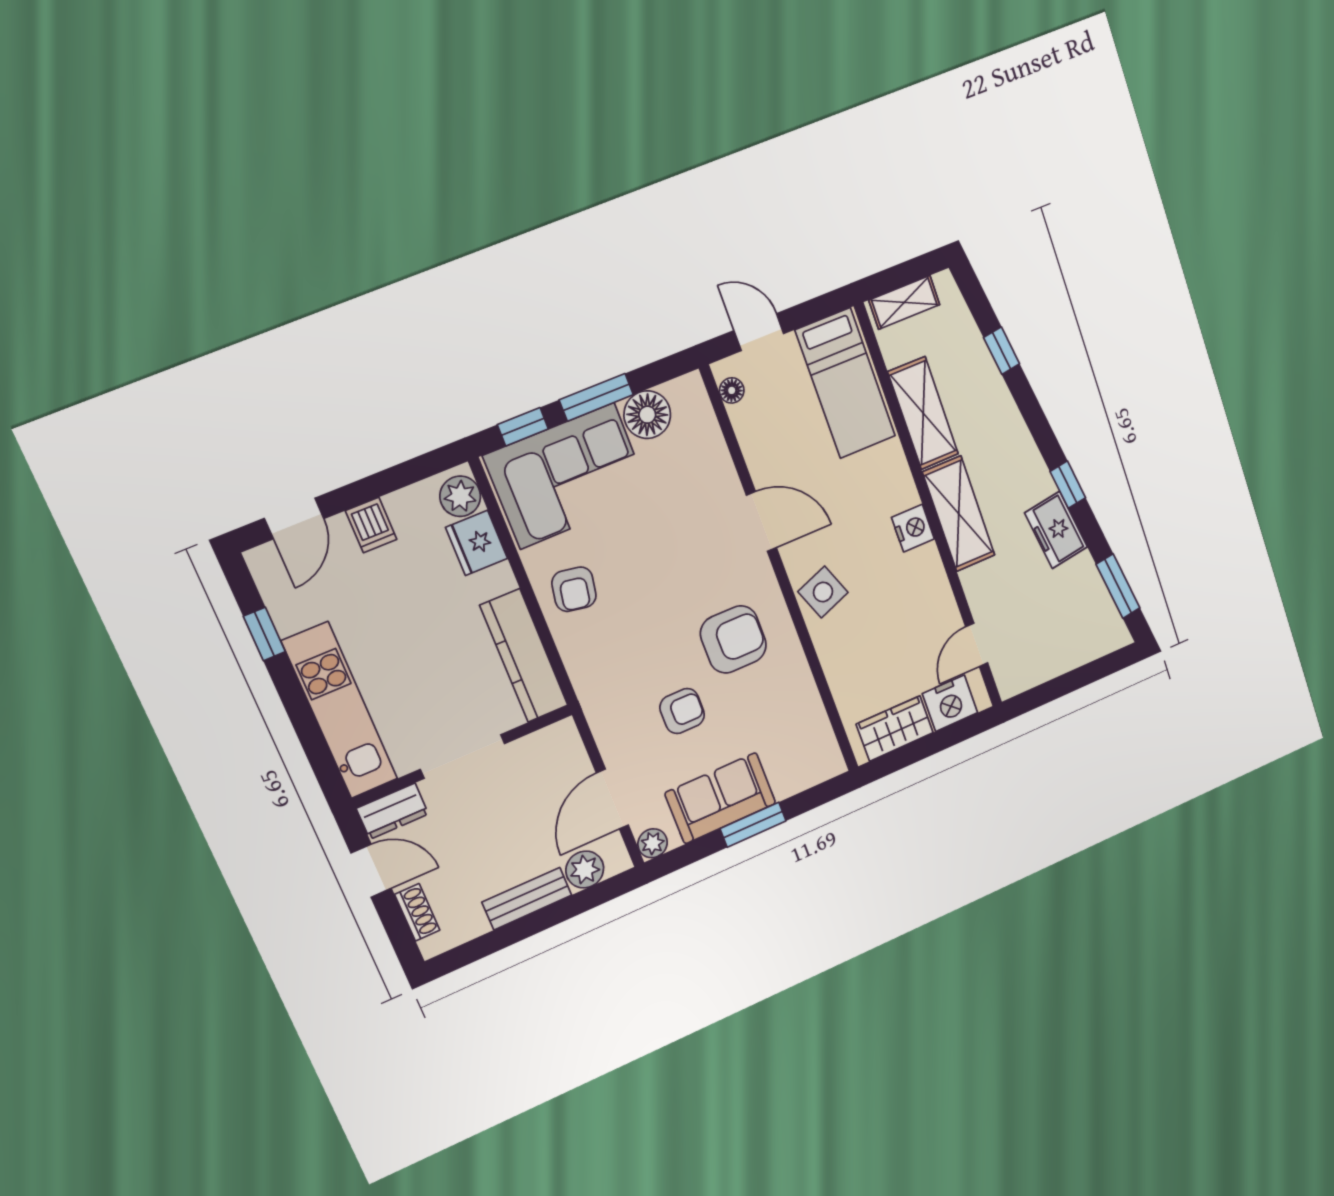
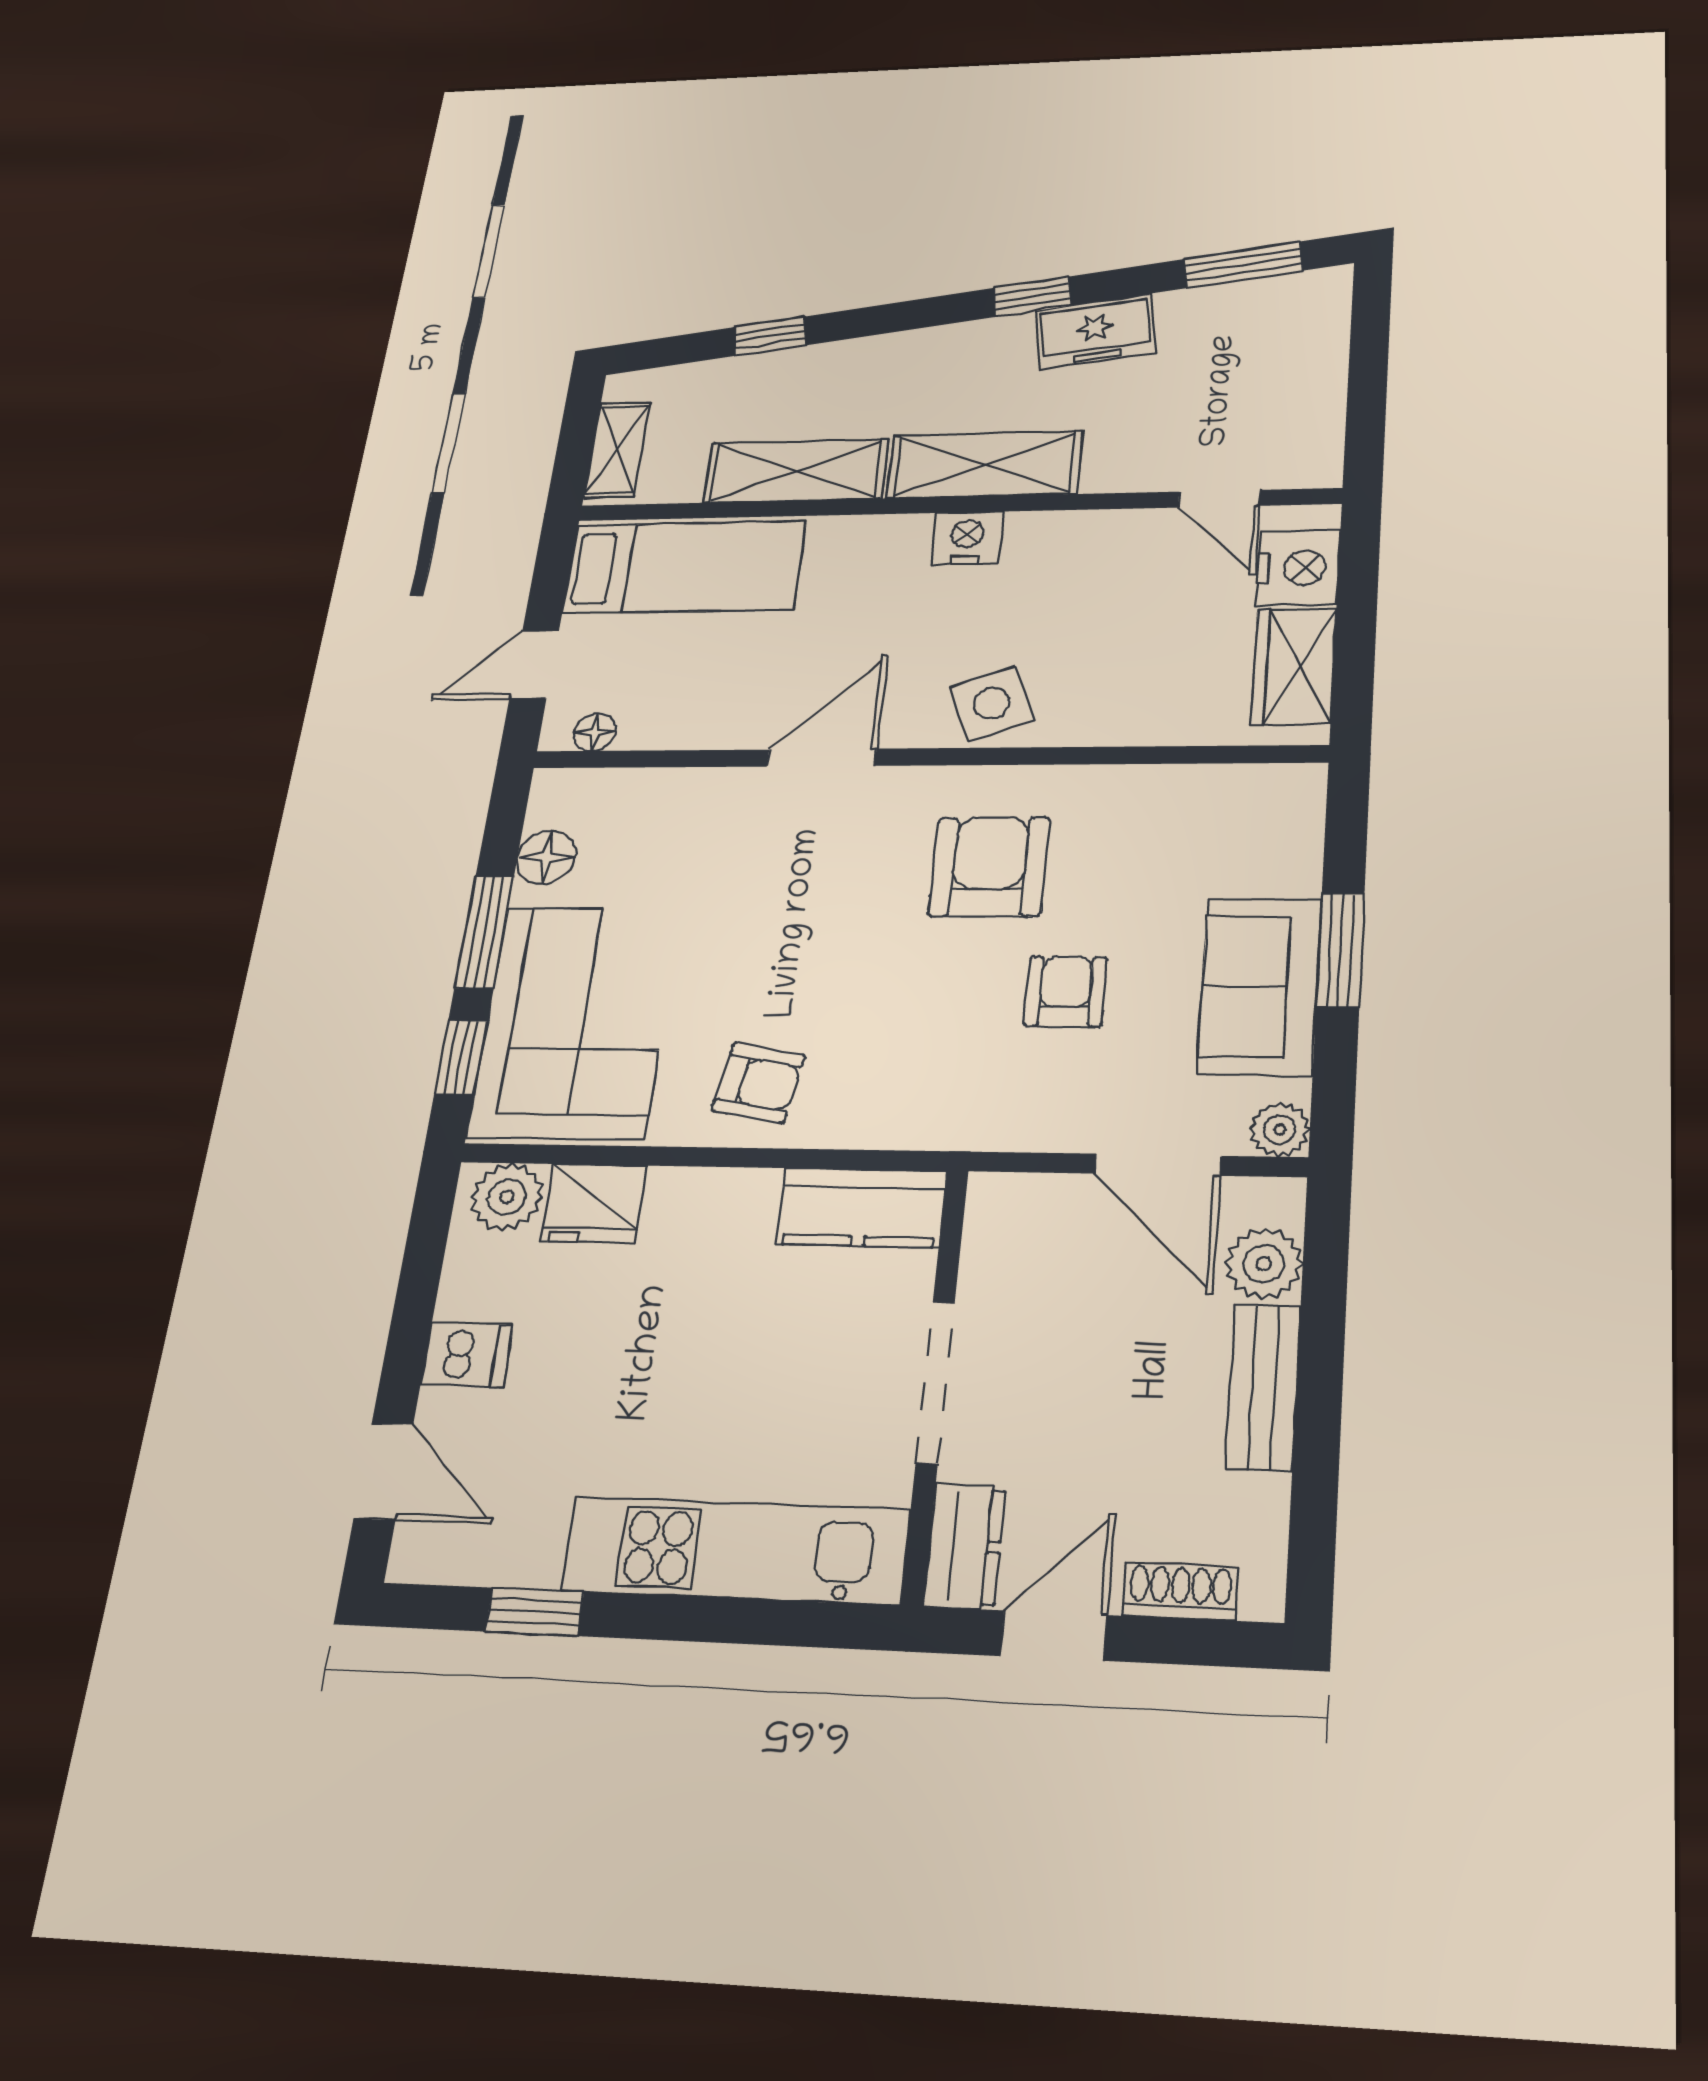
floor lamp: (647, 415) -> (546, 857), width x0.73, depth x0.73
kitchen counter: (524, 656) -> (861, 1207), width x0.67

